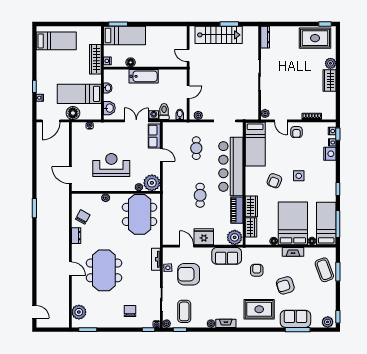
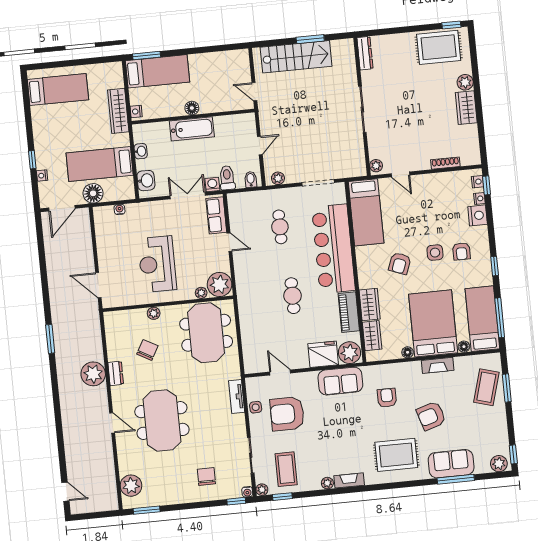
floor lamp: (131, 62) -> (192, 108), moved
armchair: (296, 132) -> (461, 251), moved
reception desk: (111, 165) -> (157, 264), turned -90
chair: (83, 217) -> (147, 350), moved
plant: (61, 234) -> (93, 374), added
fridge: (204, 237) -> (323, 354), moved
coffee table: (324, 270) -> (486, 387), turned 36

